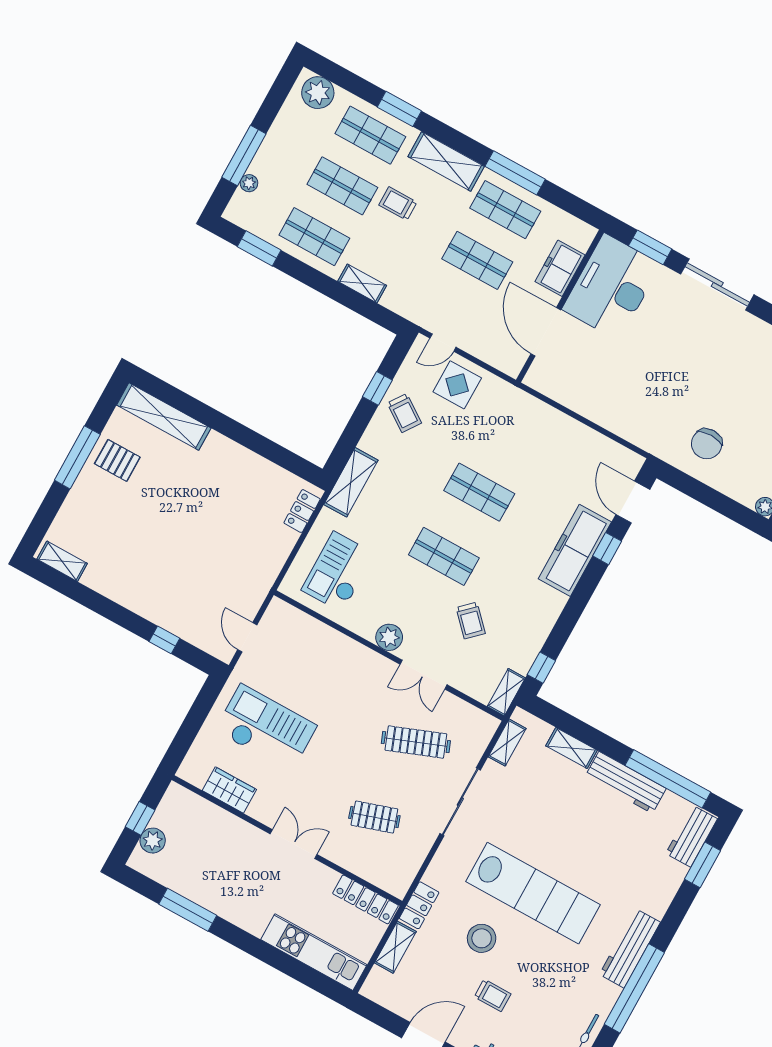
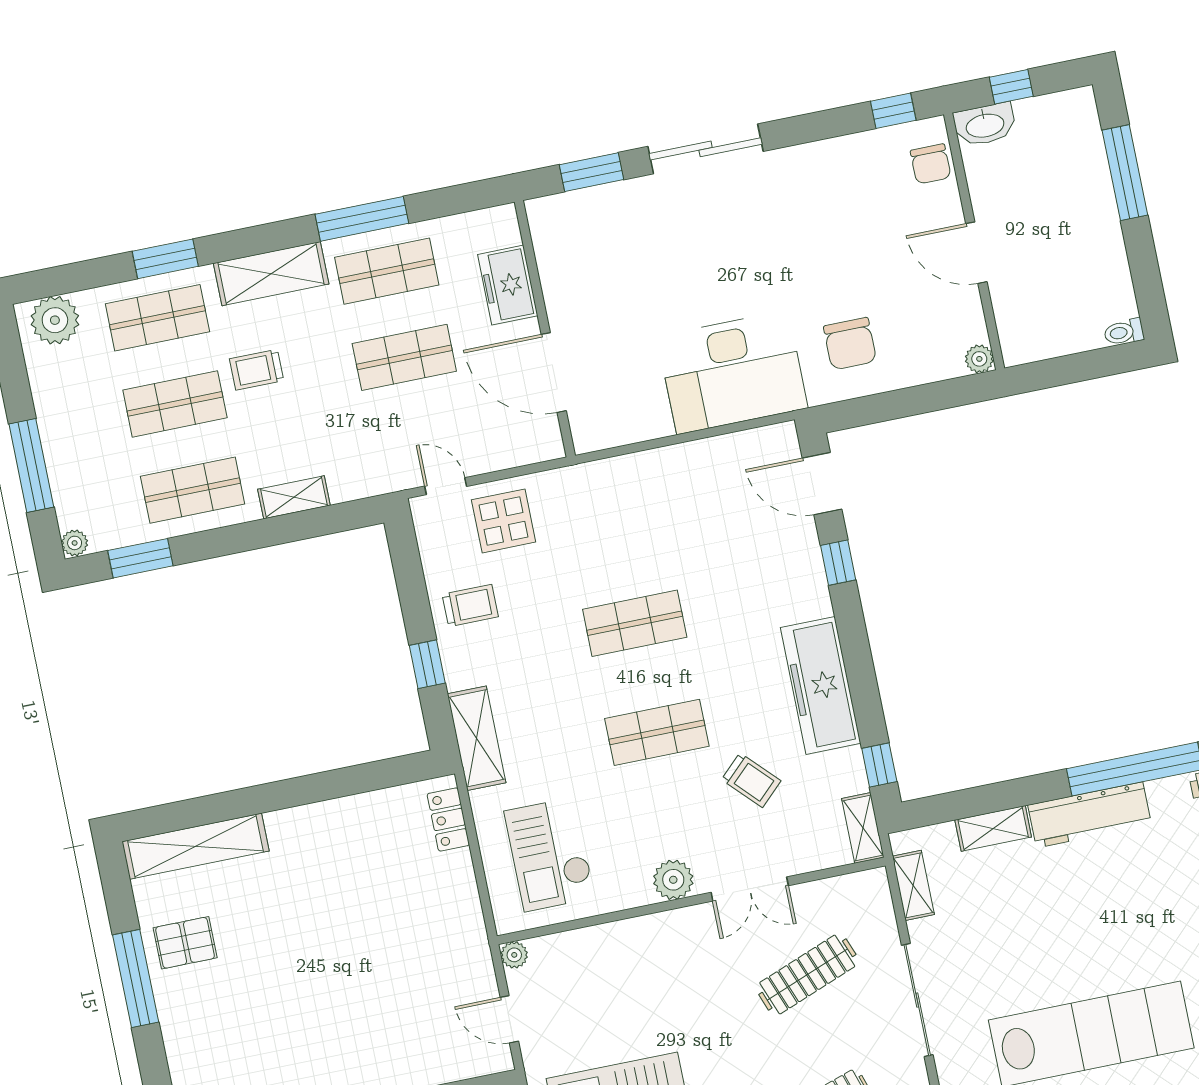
plant: (249, 183) -> (75, 543), moved
desk: (611, 287) -> (732, 372), moved, turned -90
door: (443, 343) -> (446, 486), swing flipped
window: (377, 388) -> (427, 664), moved
trolley: (404, 413) -> (470, 606), turned -35
freezer: (575, 550) -> (821, 685), moved
plant: (277, 607) -> (514, 955), added

